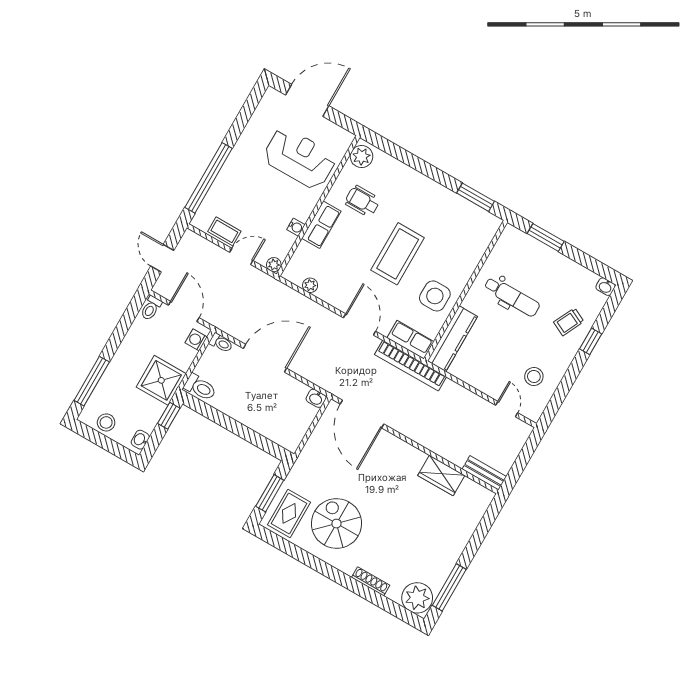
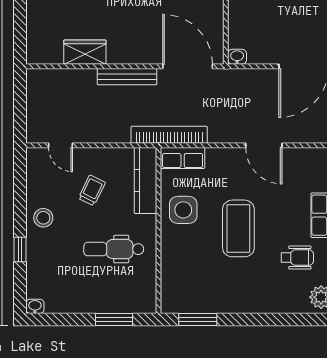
plant: (310, 285) -> (301, 155), removed
trolley: (569, 322) -> (92, 190), moved
door: (360, 324) -> (264, 145), moved
stool: (534, 377) -> (43, 218), moved
bench: (484, 473) -> (127, 77), moved, width x1.36

